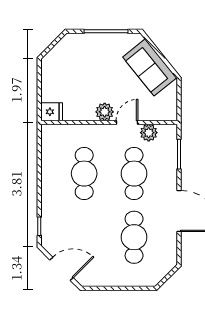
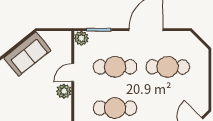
door: (127, 122) -> (73, 73), hinge flipped
plant: (149, 133) -> (81, 38), moved

